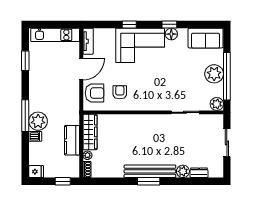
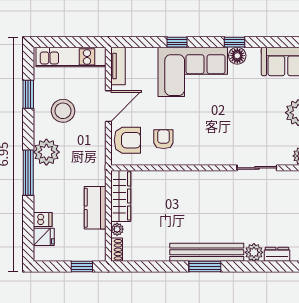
stool: (50, 72) -> (63, 111), added
plant: (38, 121) -> (46, 152), moved
dishwasher: (35, 136) -> (43, 220), moved
fridge: (36, 172) -> (44, 237), moved

